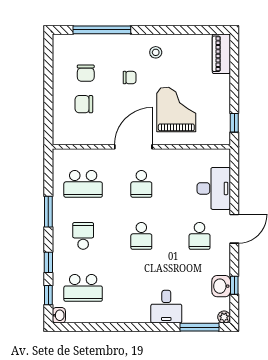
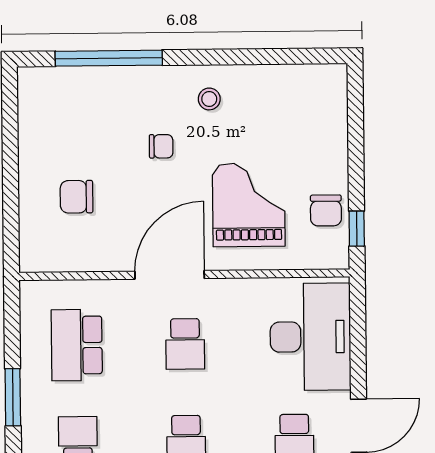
piano: (221, 54) -> (331, 100), removed
chair: (86, 73) -> (326, 210), moved
school desk: (83, 184) -> (77, 345), turned 90
desk: (214, 188) -> (310, 337), width x1.36, depth x1.30

